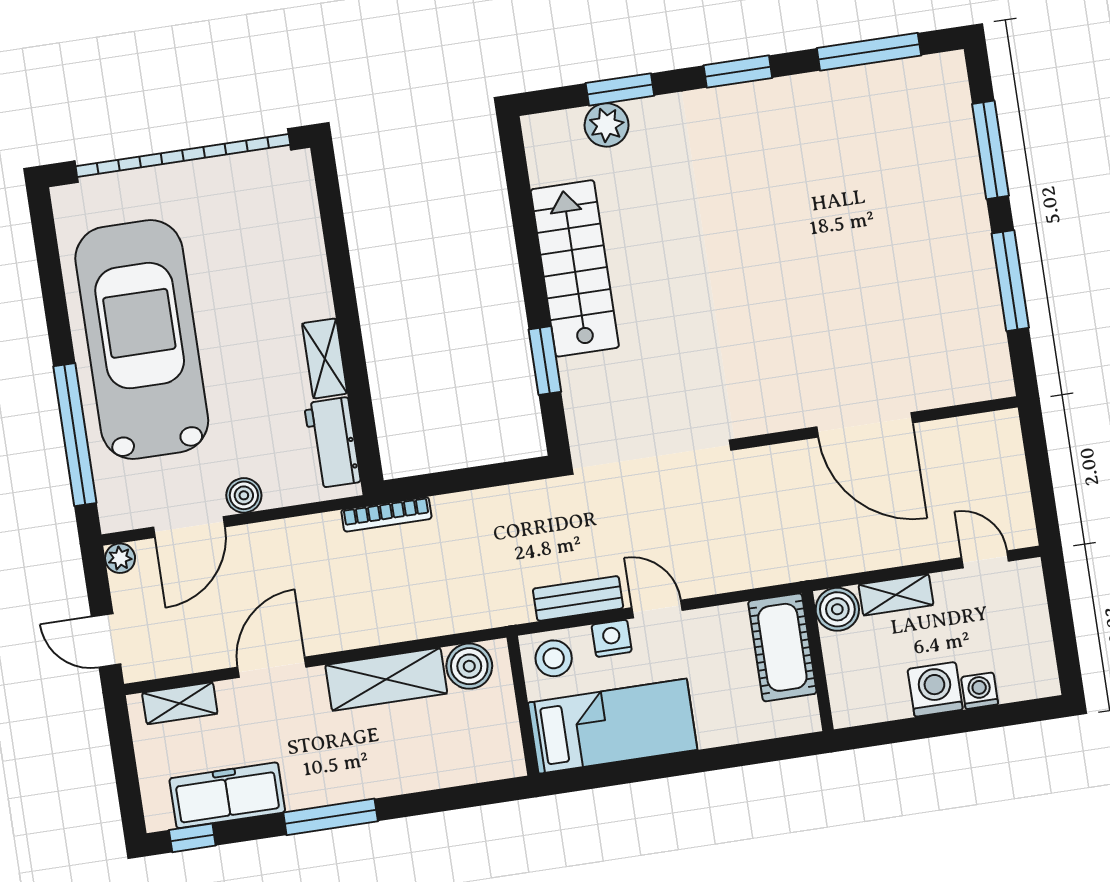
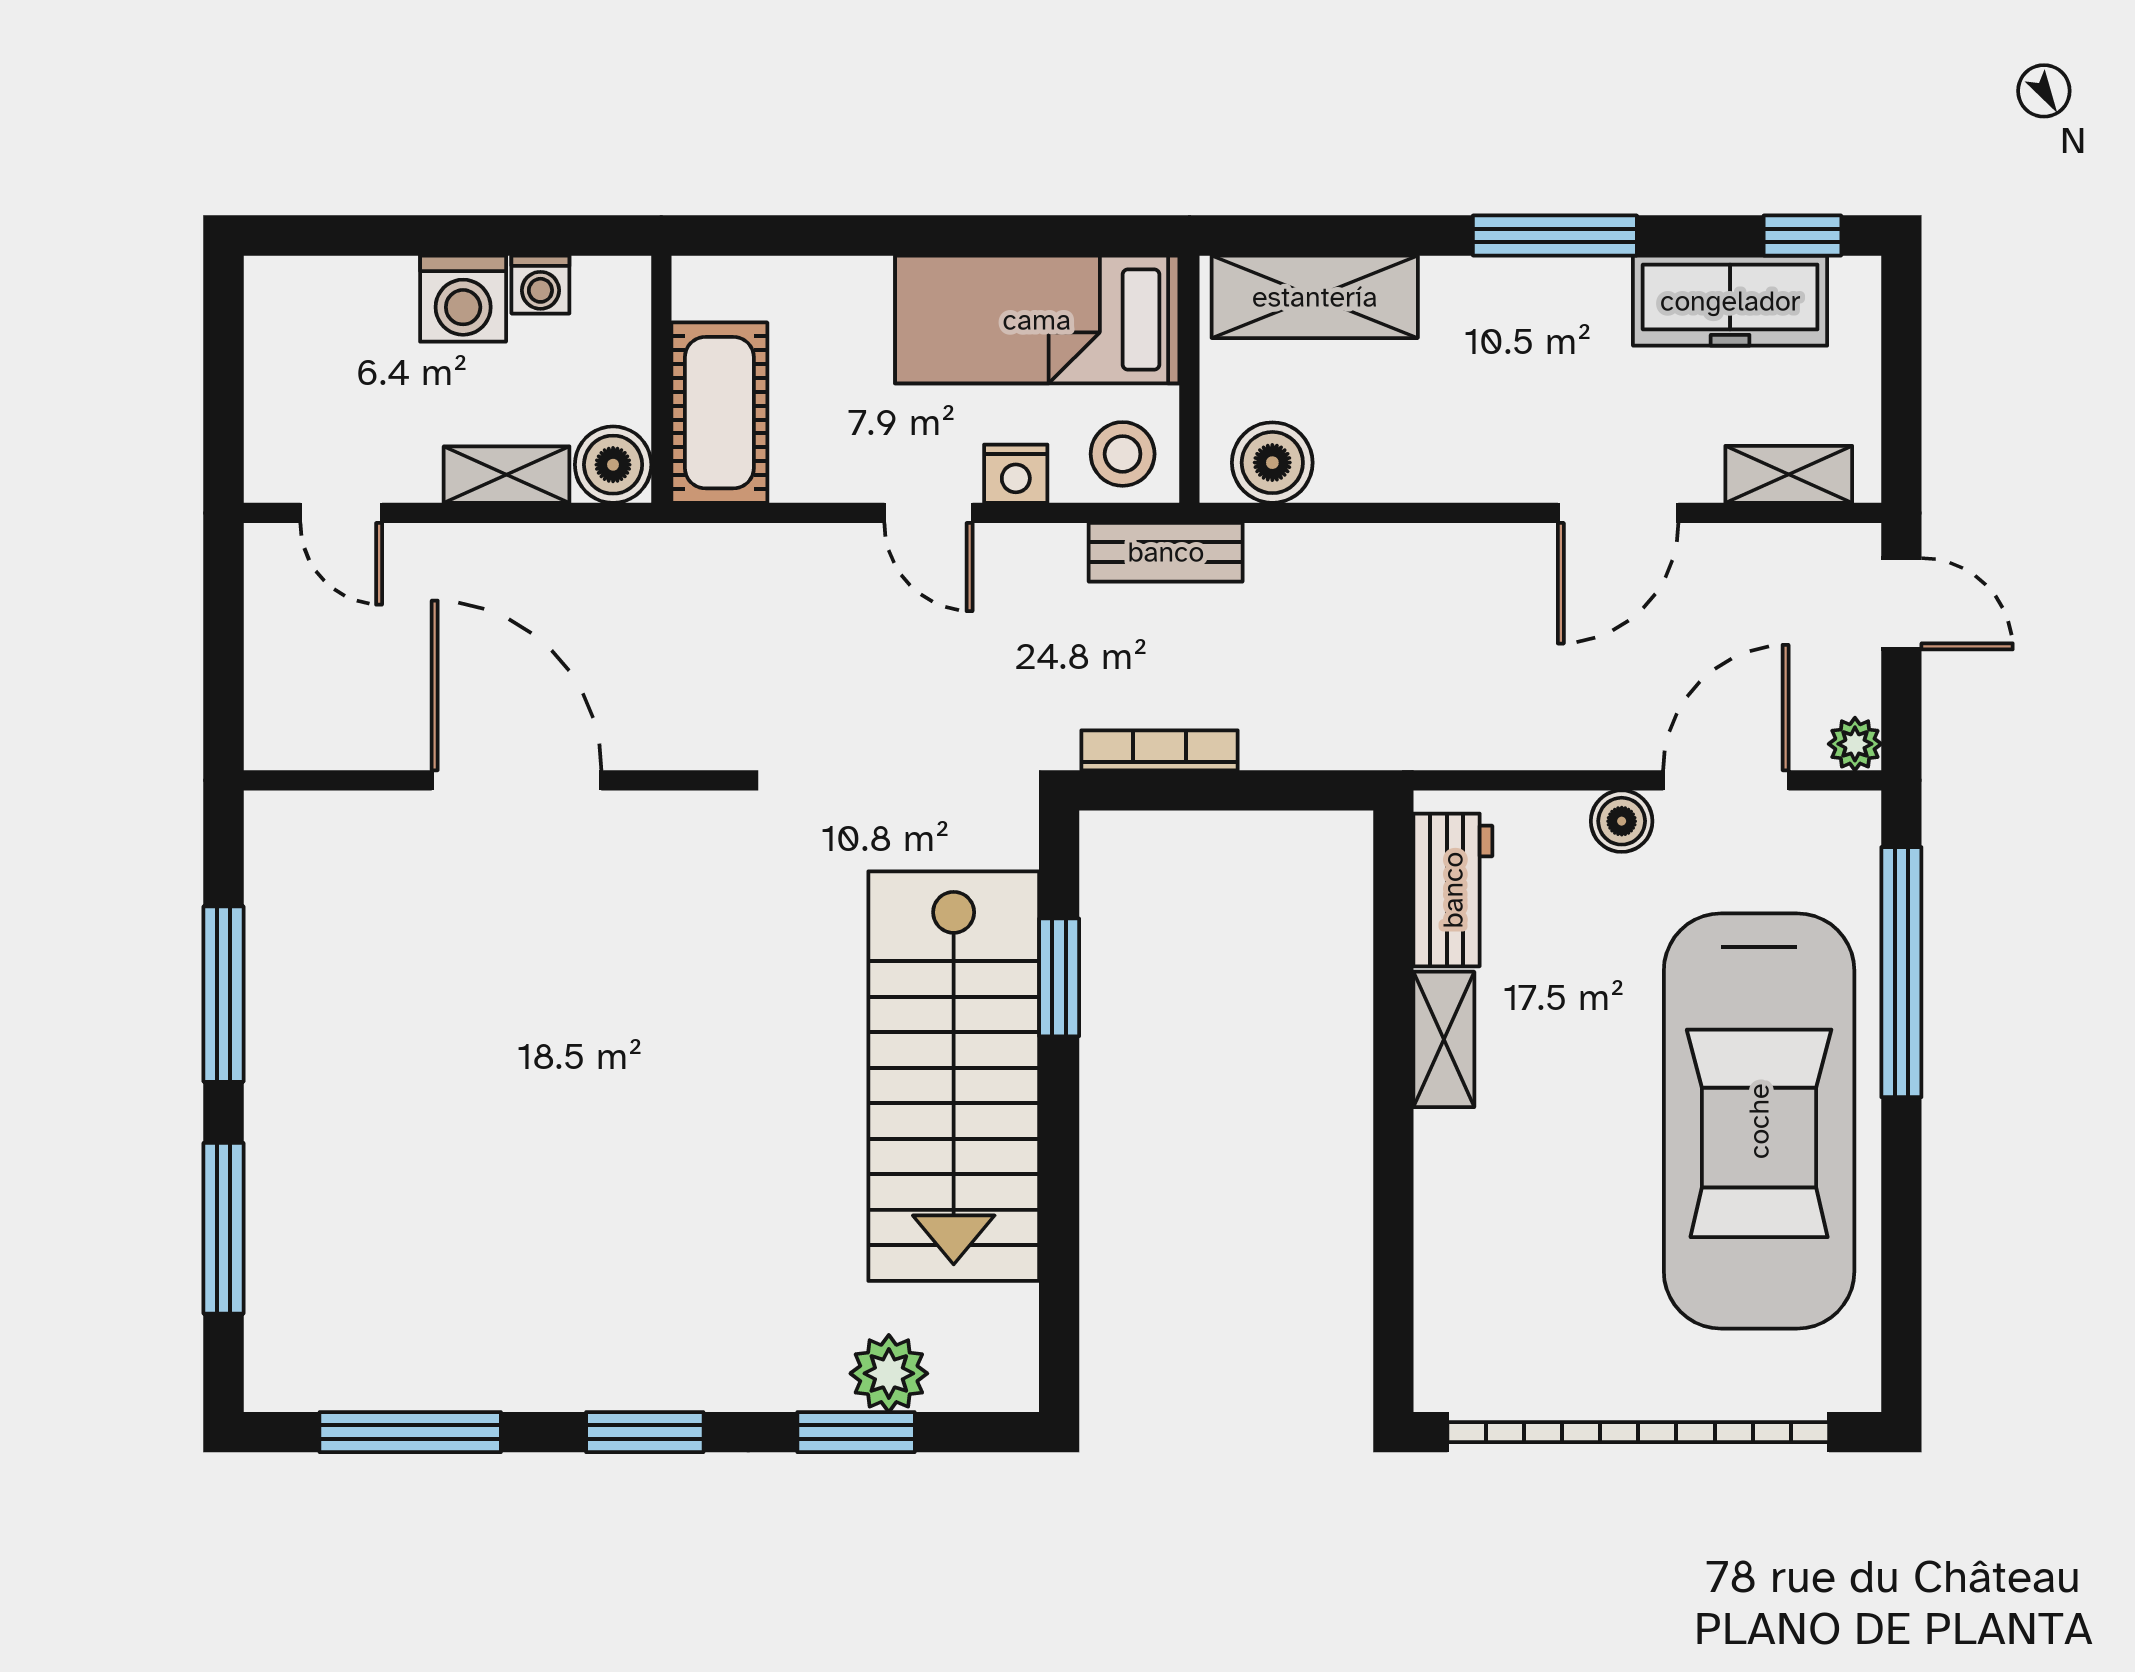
stairs: (575, 268) -> (954, 1076), width x1.36, depth x1.51
bookcase: (386, 514) -> (1159, 750), moved
bench: (578, 598) -> (1166, 552), moved
shelving: (386, 679) -> (1315, 297), moved
washing machine: (980, 691) -> (540, 285), moved

